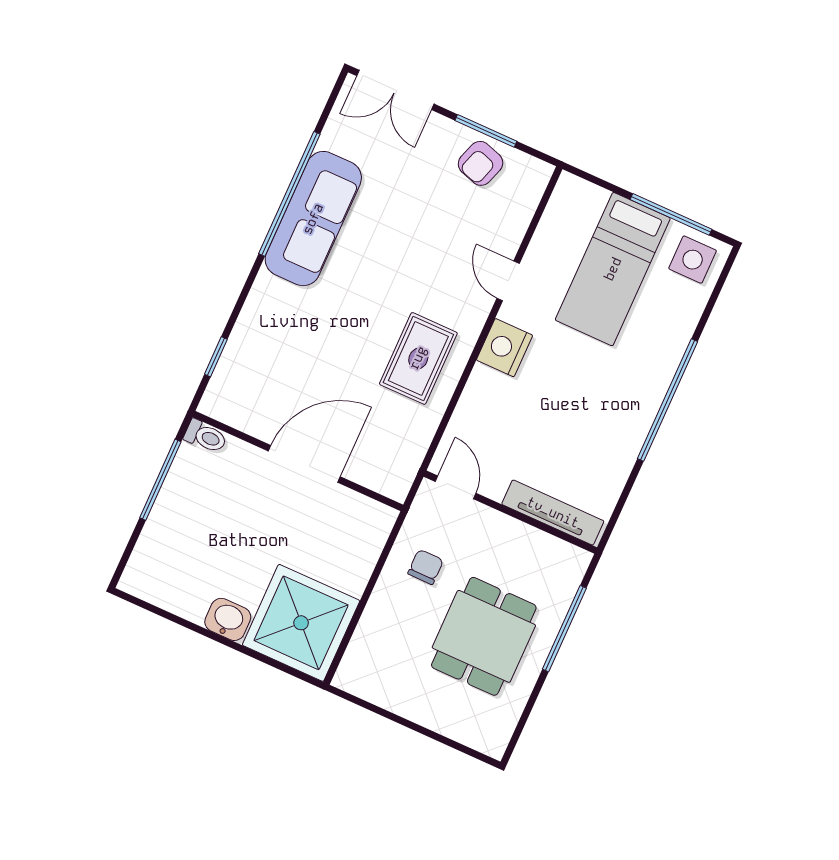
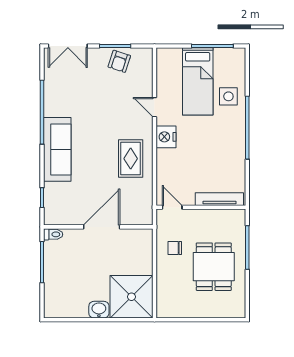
sofa: (313, 219) -> (57, 149), moved
side table: (693, 260) -> (228, 96), moved
chair: (426, 567) -> (175, 248), turned -90

